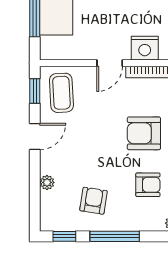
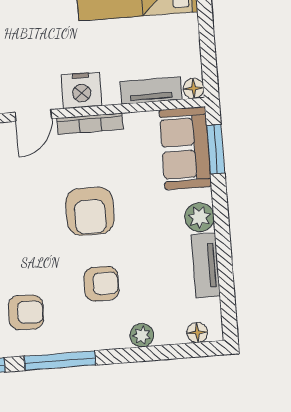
armchair: (144, 133) -> (90, 211), turned -90
armchair: (93, 201) -> (26, 312), turned 83

